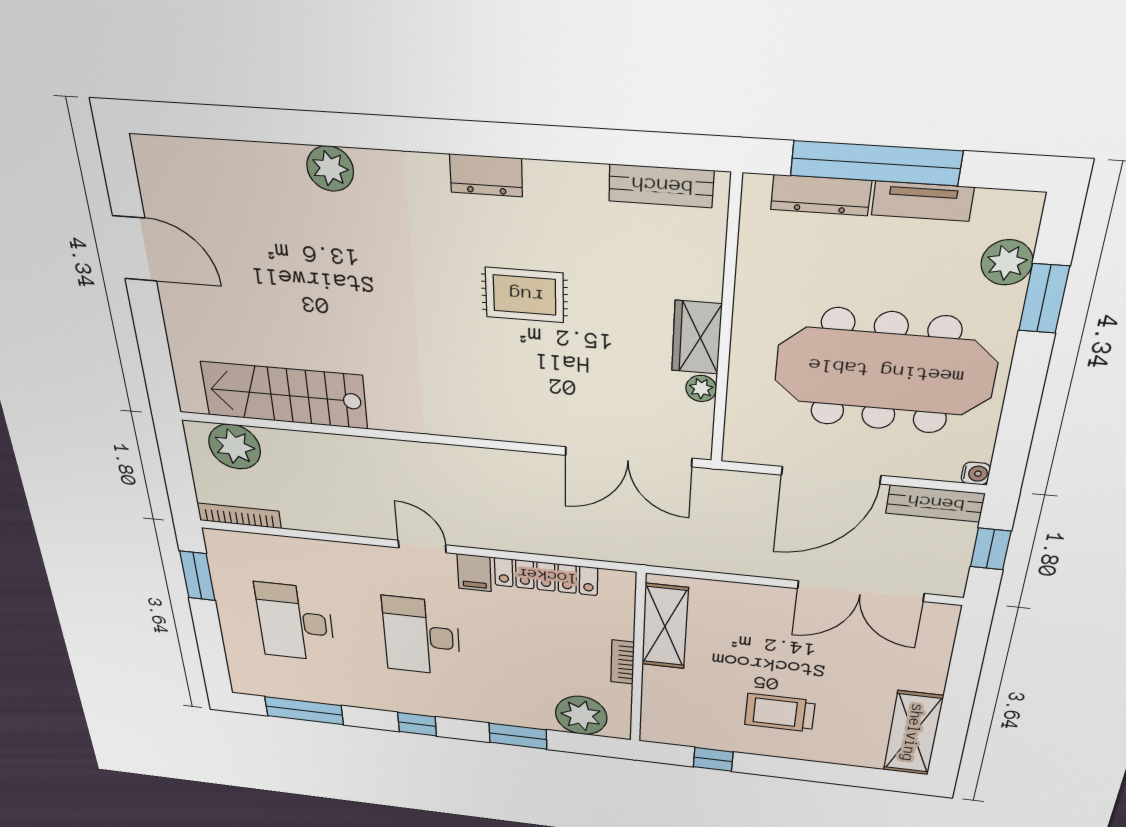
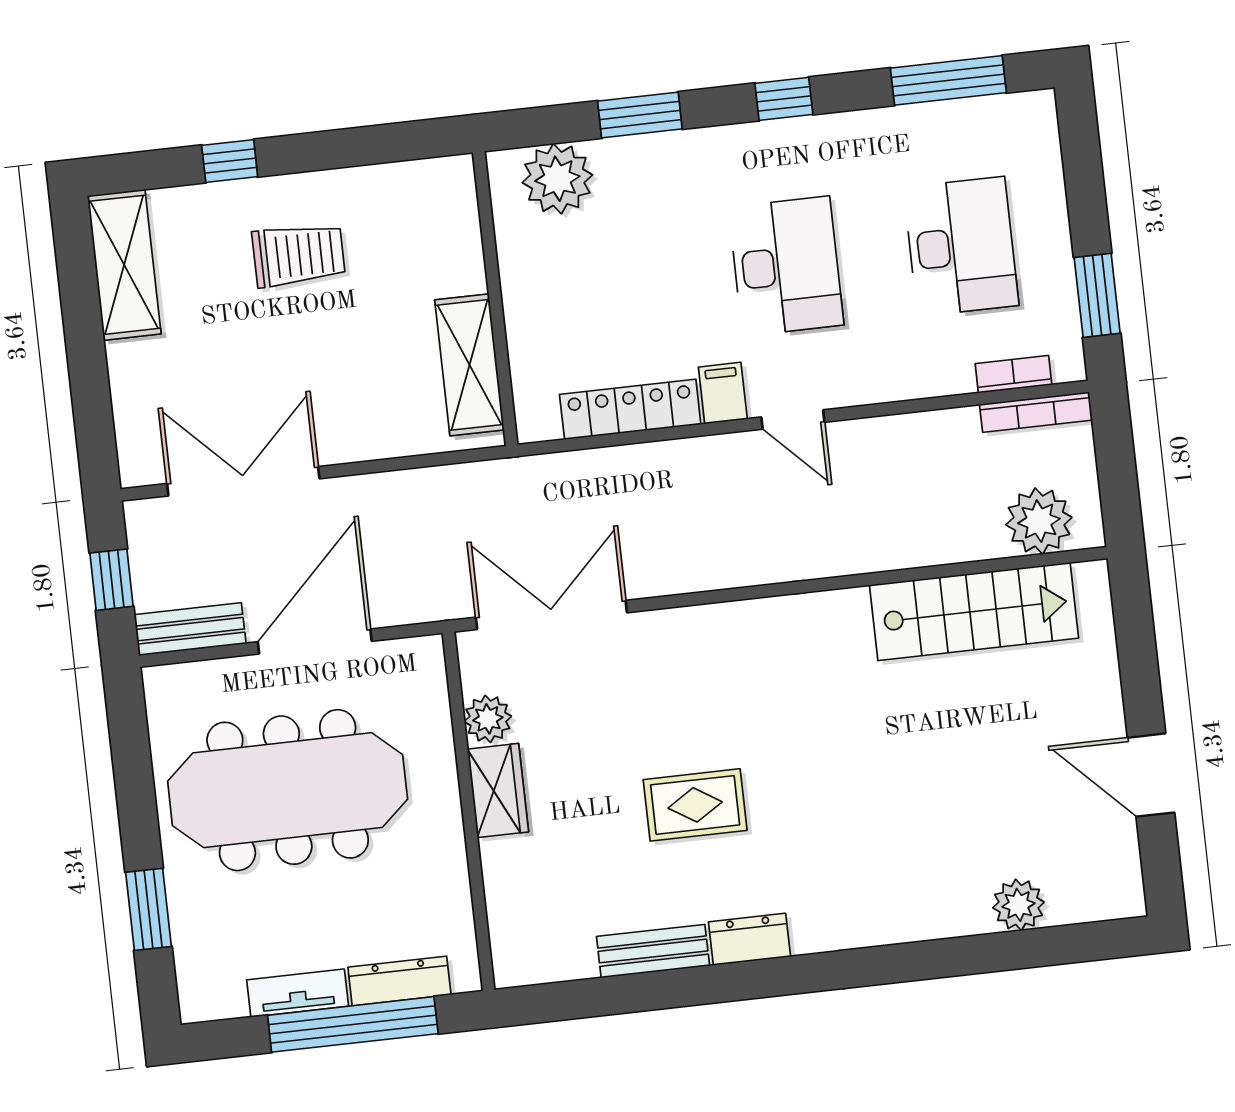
plant: (330, 169) -> (1018, 905), moved
bench: (661, 186) -> (653, 951), moved
plant: (1007, 262) -> (197, 942), removed
plant: (701, 388) -> (488, 719), width x1.38, depth x1.38
water cooler: (976, 473) -> (157, 680), removed
bookcase: (623, 662) -> (1013, 374), moved, turned -90
window: (713, 759) -> (230, 161), moved

